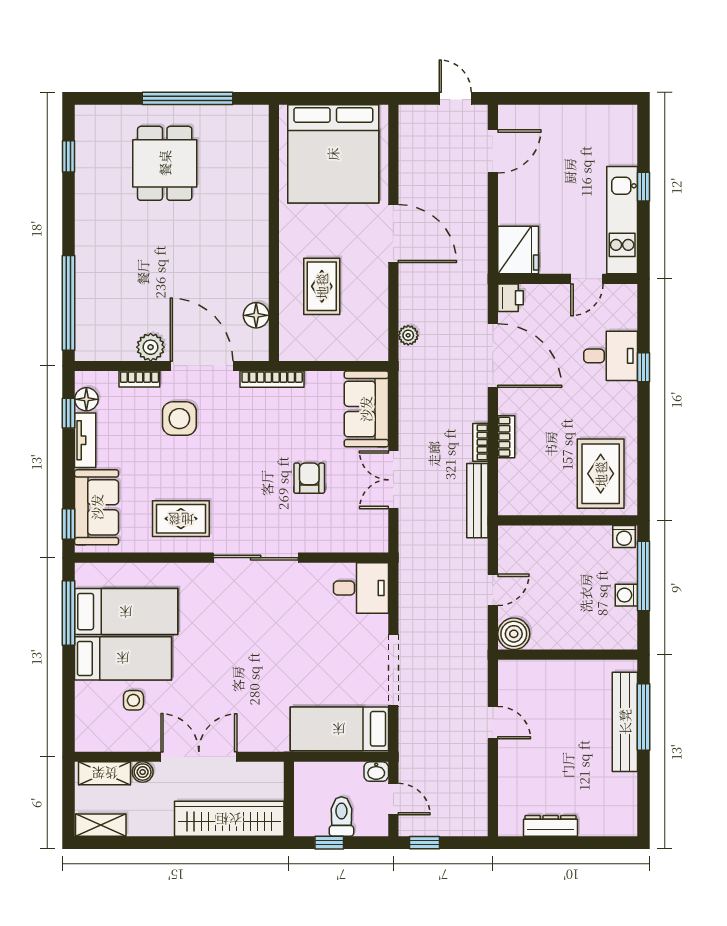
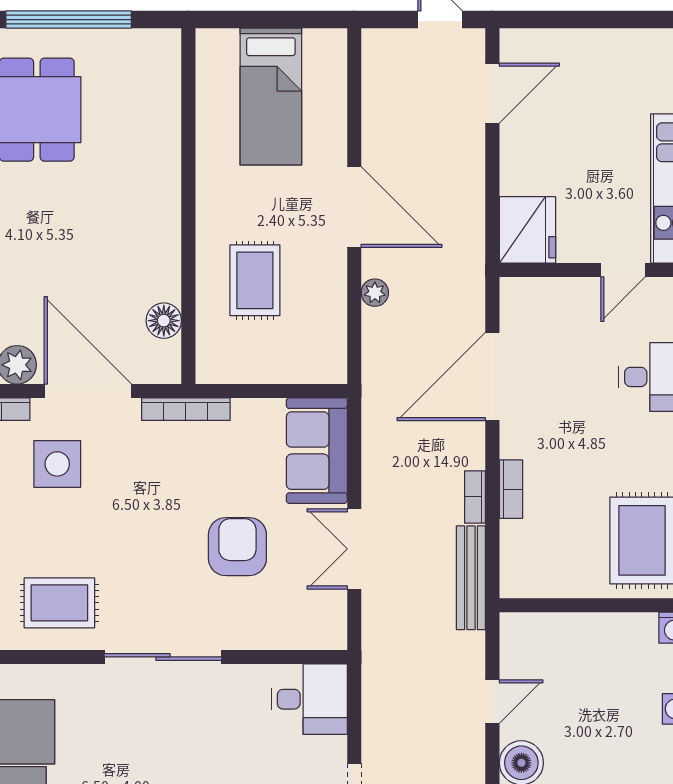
bed: (333, 154) -> (271, 97), width x0.49
printer: (510, 298) -> (517, 296), removed
plant: (408, 335) -> (375, 293), moved
door: (493, 356) -> (492, 376), swing flipped
armchair: (309, 478) -> (237, 547), width x1.38, depth x1.38

